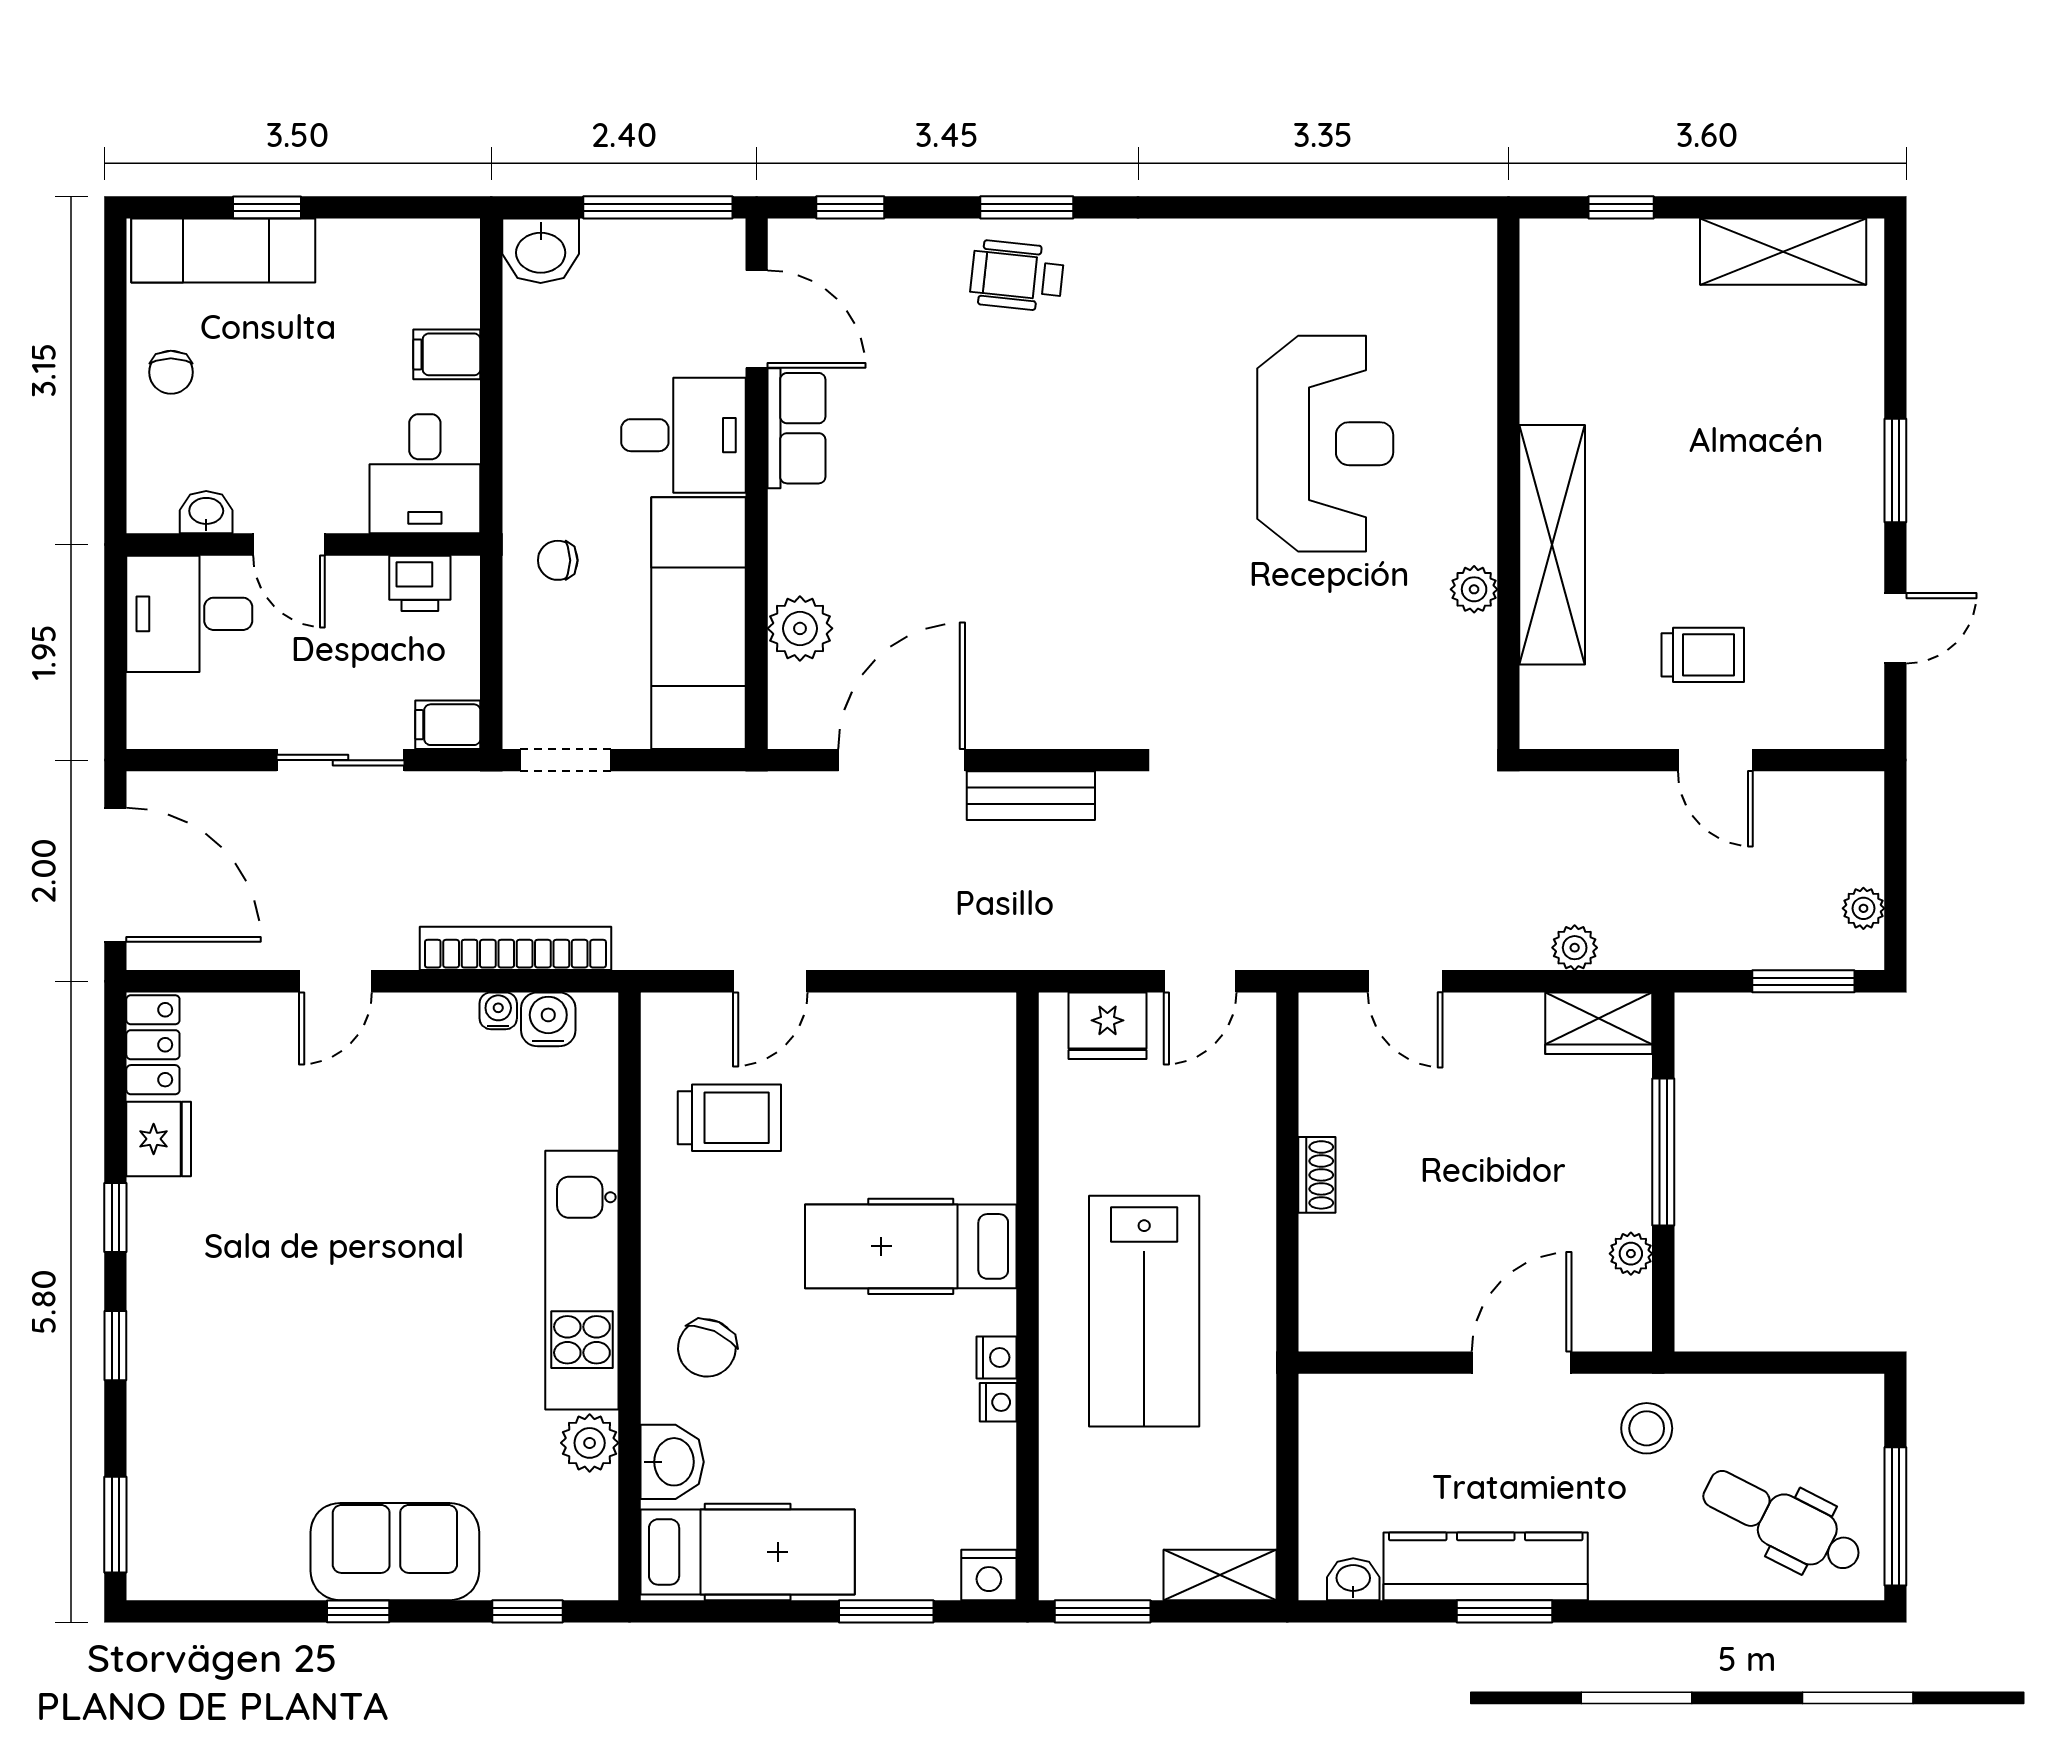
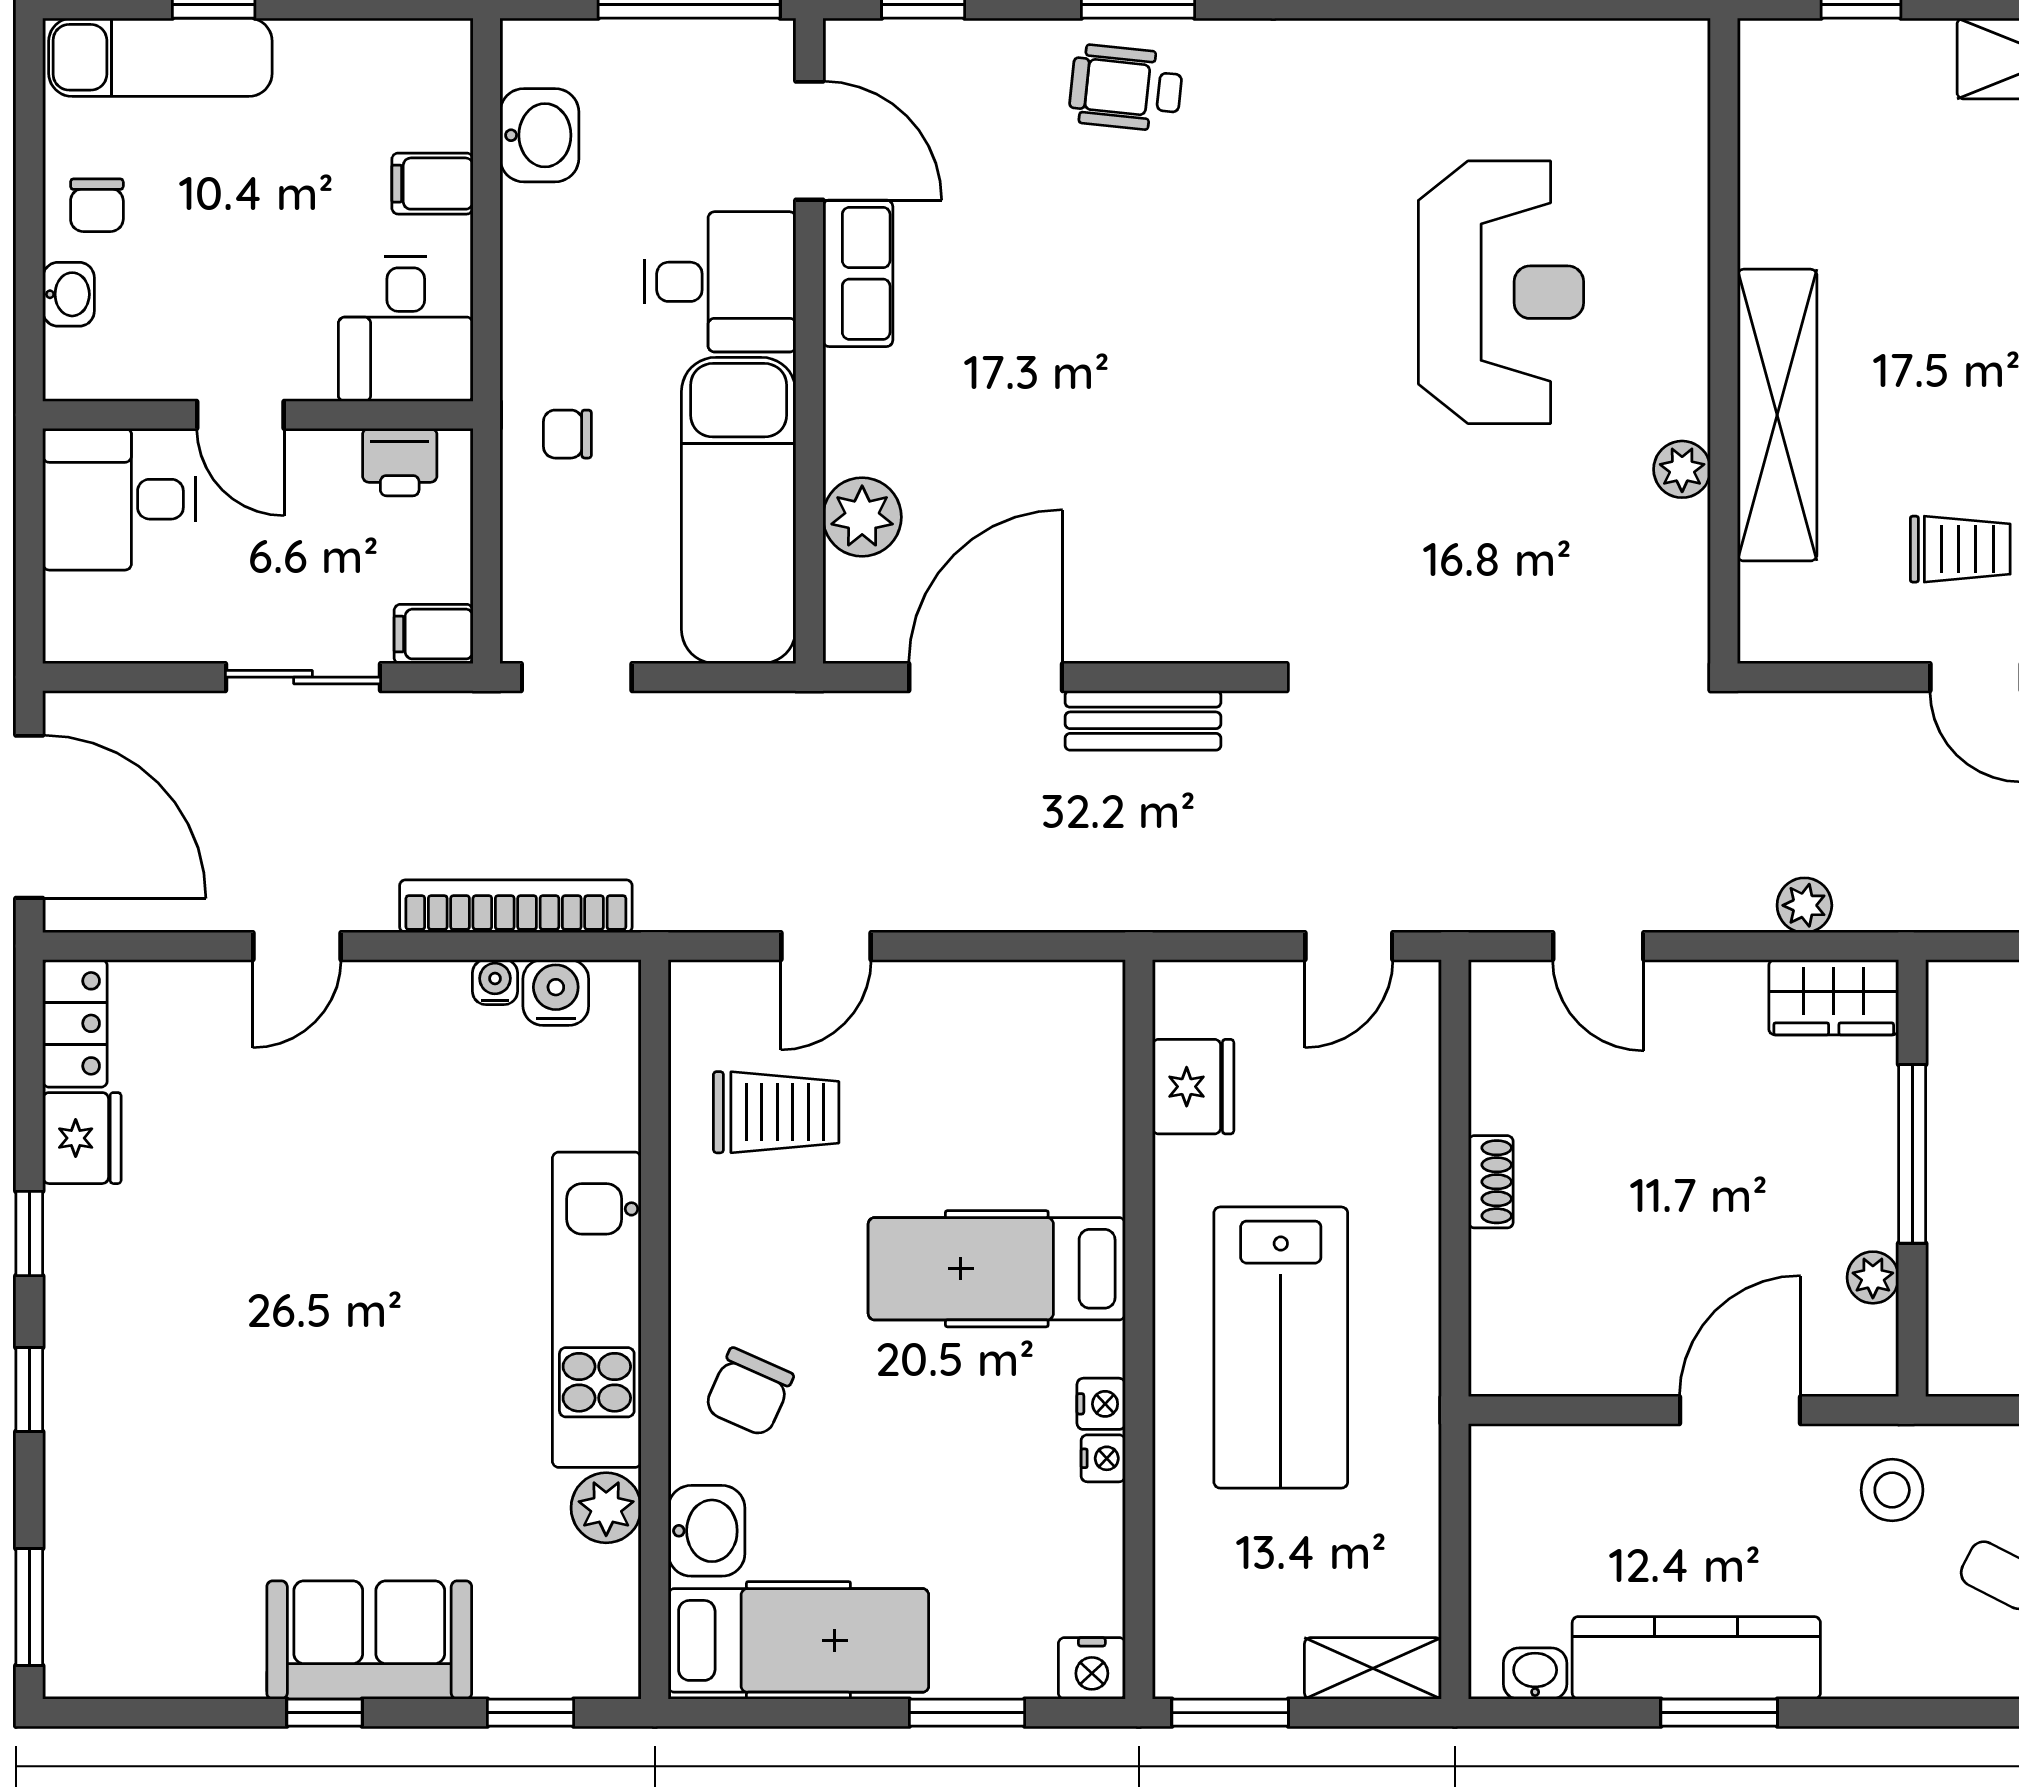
washbasin: (541, 251) -> (539, 135), moved, turned -90
washbasin: (206, 512) -> (69, 294), moved, turned 90
fridge: (1107, 1026) -> (1193, 1087), moved, turned -90

